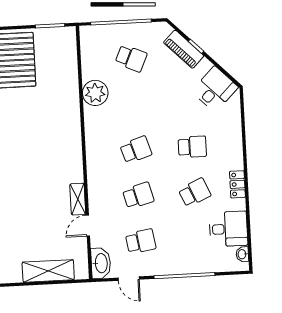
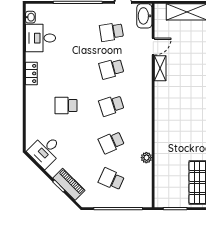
plant: (95, 93) -> (146, 158), width x0.53, depth x0.53
school desk: (195, 193) -> (111, 142), moved

